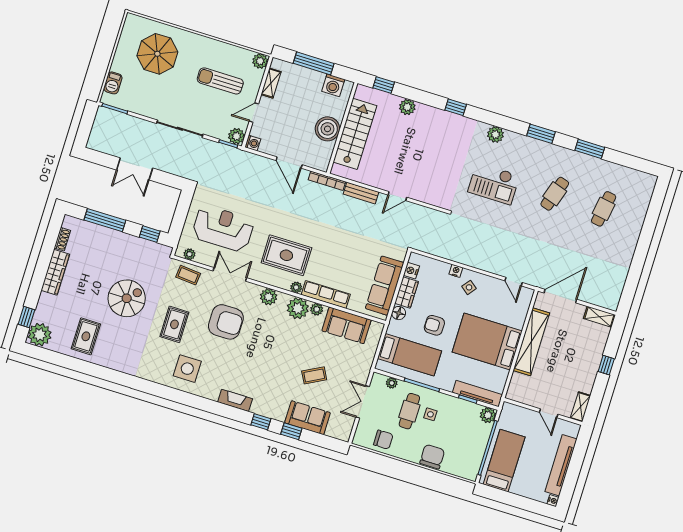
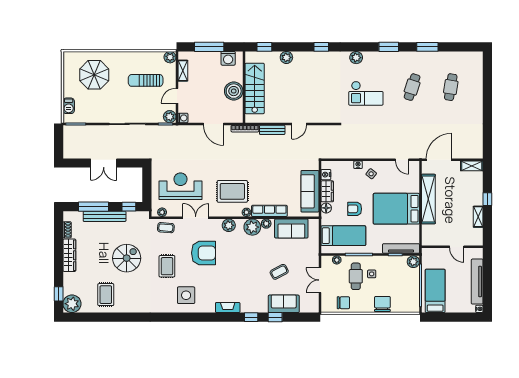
bench: (115, 237) -> (105, 216), added
shelving: (580, 407) -> (478, 217), moved

